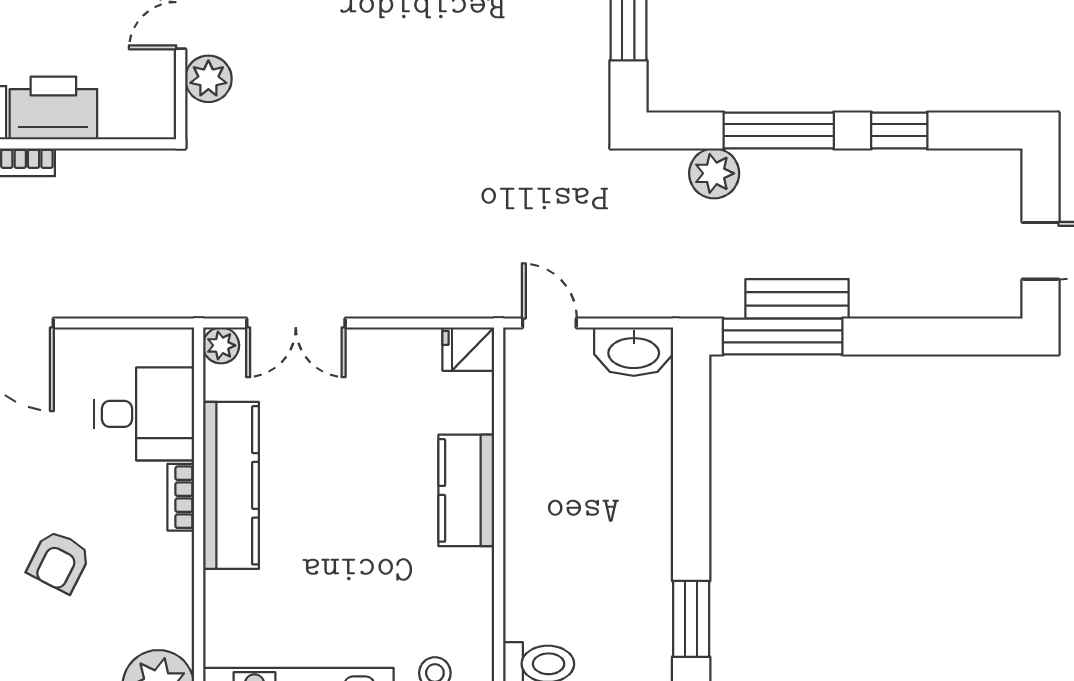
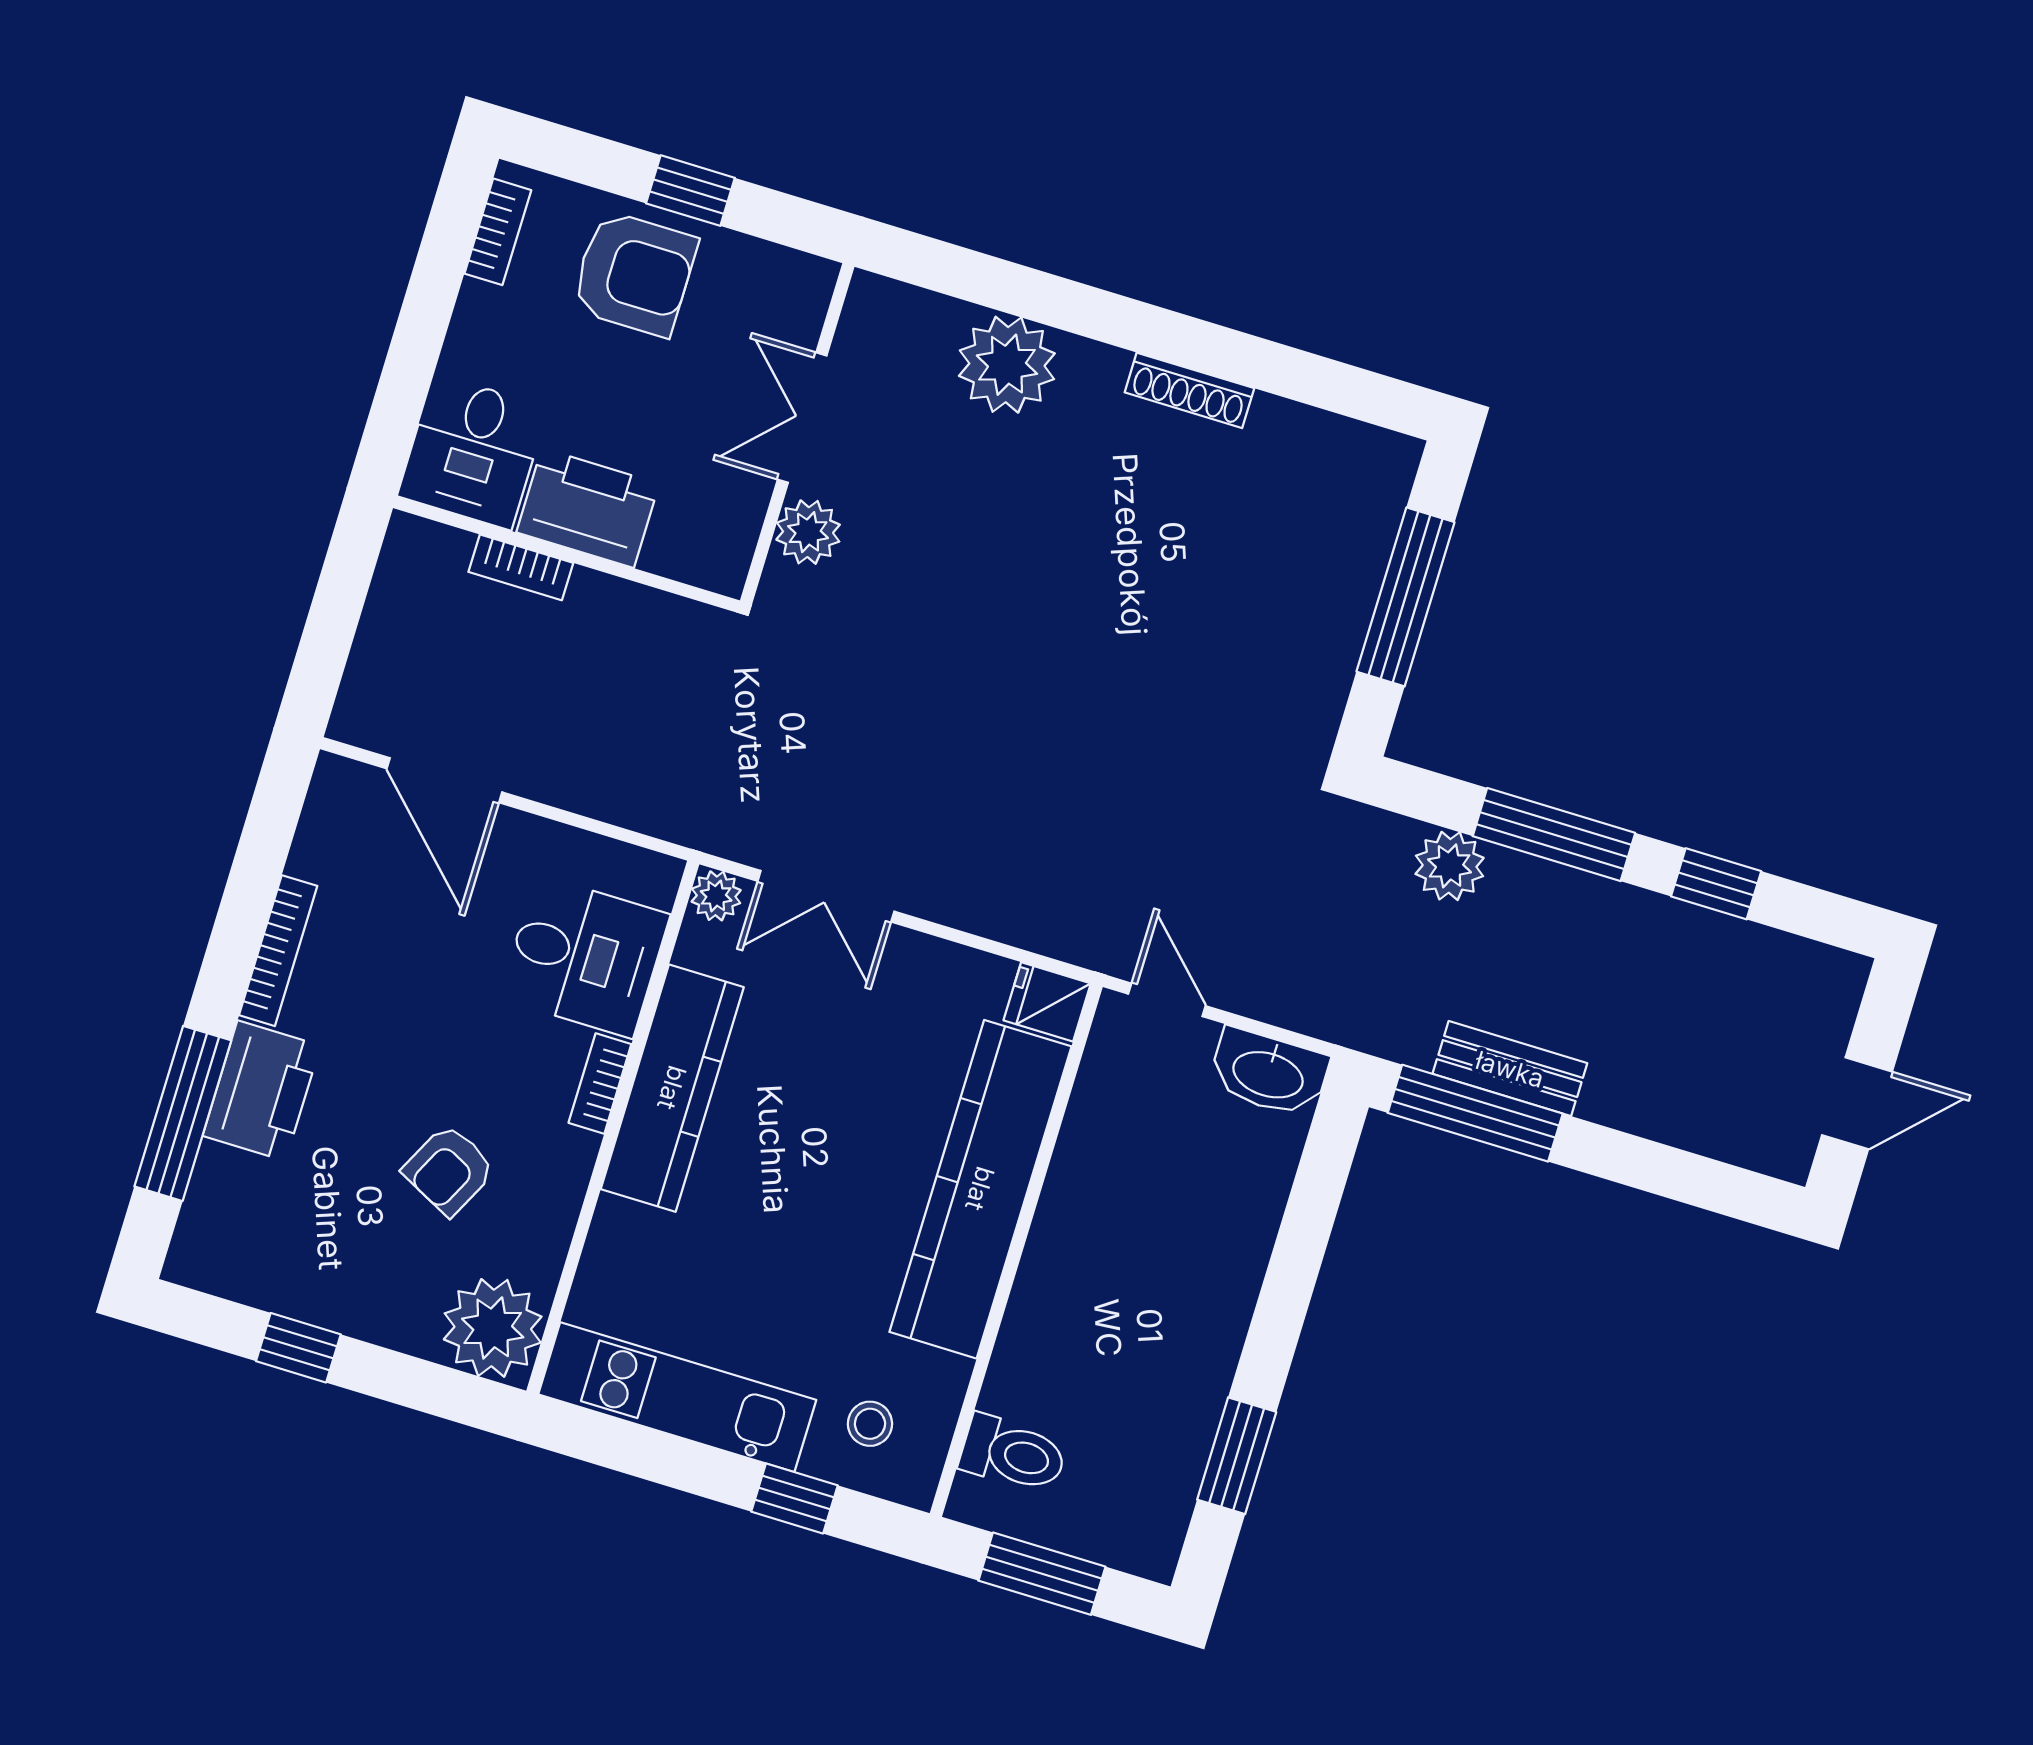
kitchen counter: (466, 490) -> (980, 1189), width x2.08, depth x1.17
armchair: (59, 562) -> (449, 1170), moved

